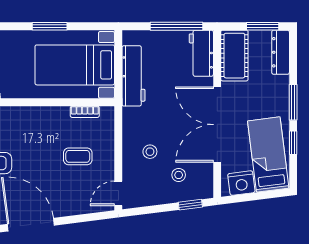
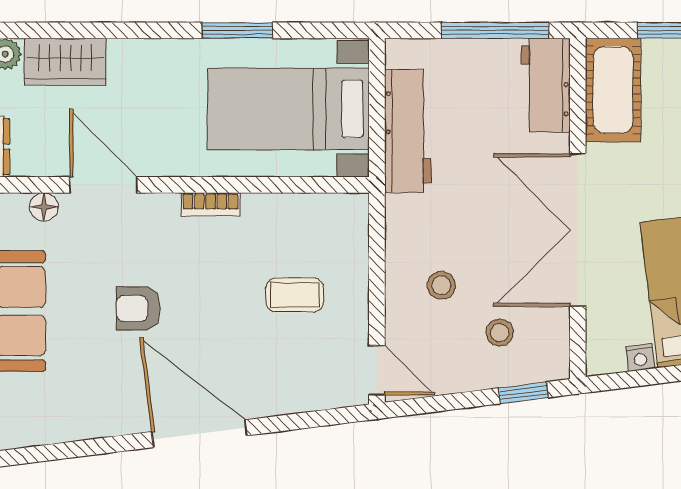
bookcase: (85, 112) -> (211, 204), moved
nightstand: (241, 183) -> (640, 358), width x0.53, depth x0.56
door: (118, 193) -> (377, 370), swing flipped

